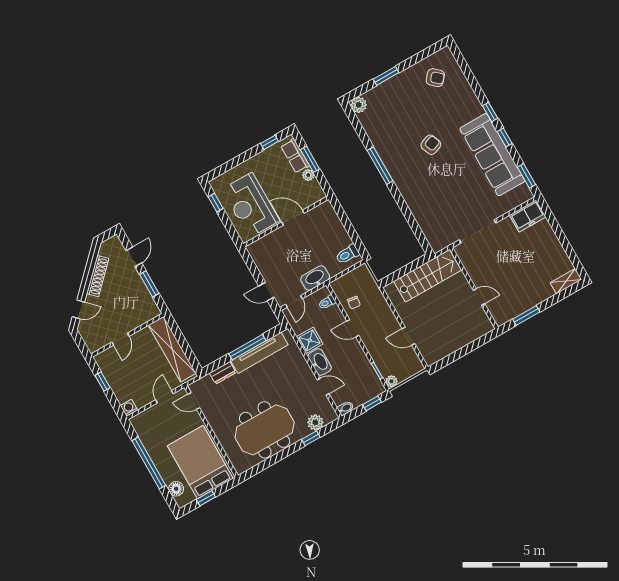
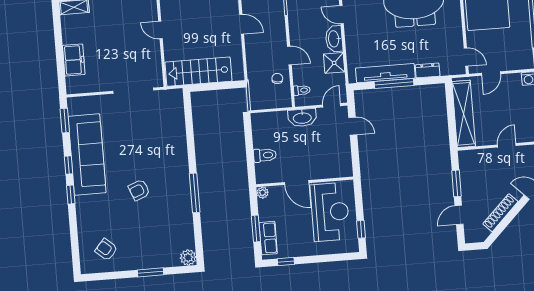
plant: (308, 175) -> (263, 193), moved
freezer: (528, 216) -> (74, 60), moved, turned 90
toilet: (347, 254) -> (265, 155), moved

